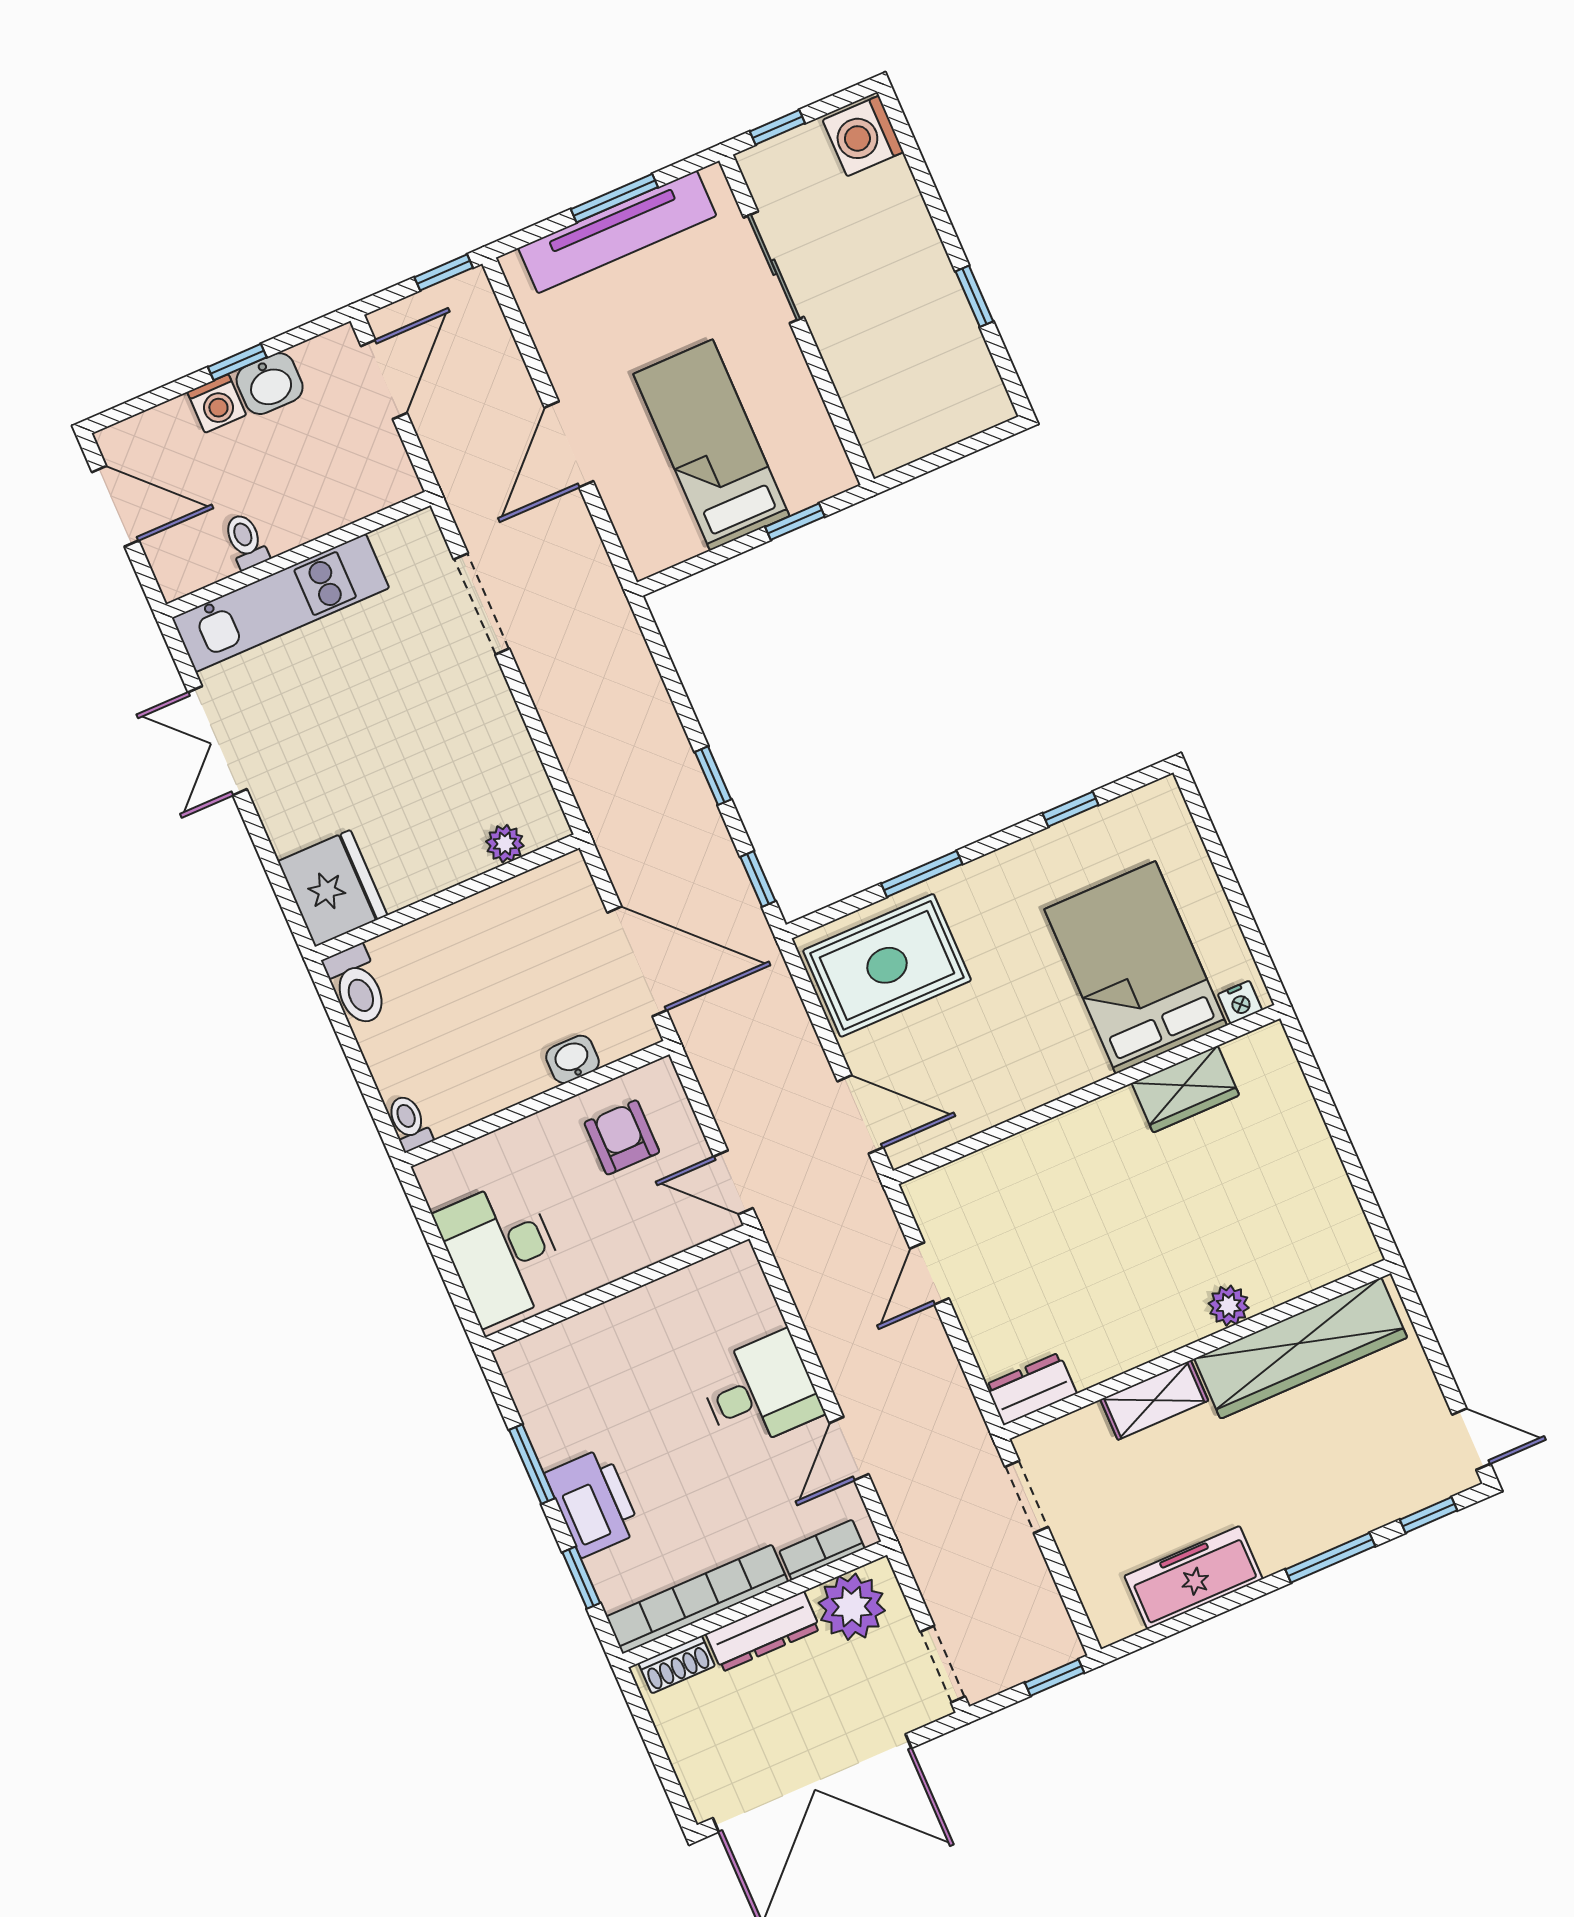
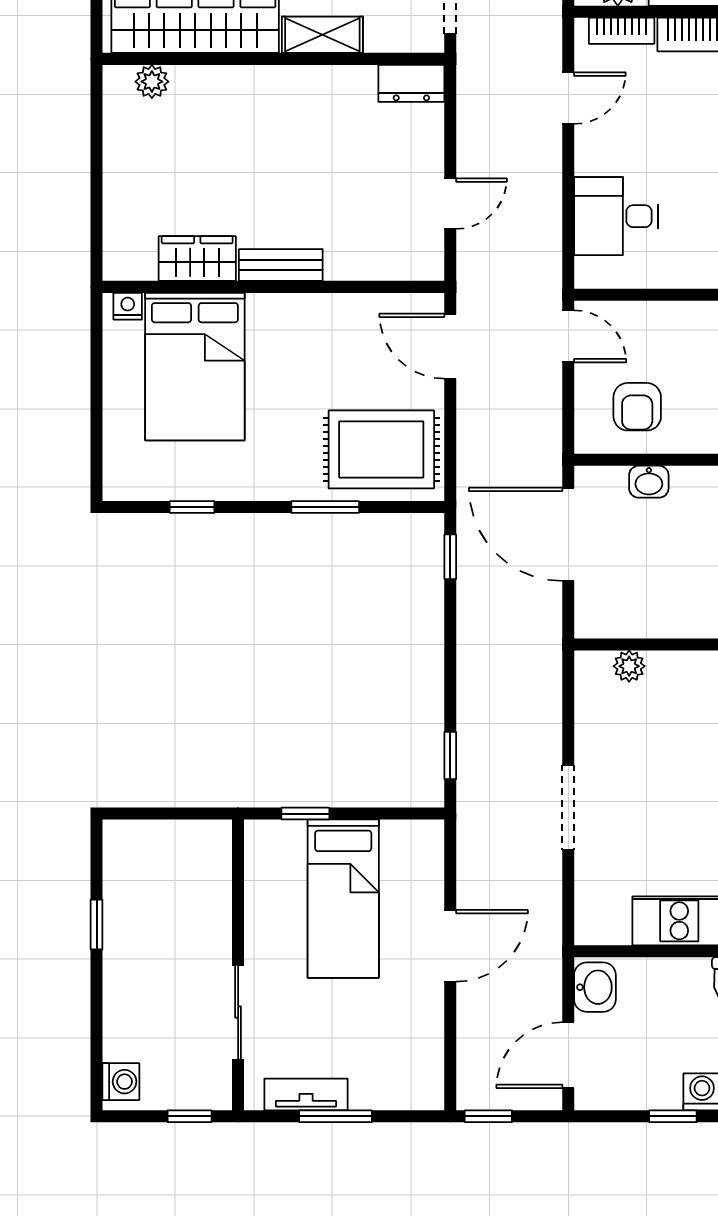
washing machine: (863, 136) -> (121, 1082), width x0.73, depth x0.73
tv unit: (617, 232) -> (306, 1094), width x0.52, depth x0.78
washbasin: (270, 384) -> (595, 987), moved, turned 90
doorway: (482, 604) -> (568, 807), moved
window: (713, 776) -> (450, 756), moved
bench: (1089, 1123) -> (281, 265), added
plant: (1229, 1306) -> (152, 82), moved
desk: (760, 1391) -> (616, 216), moved

